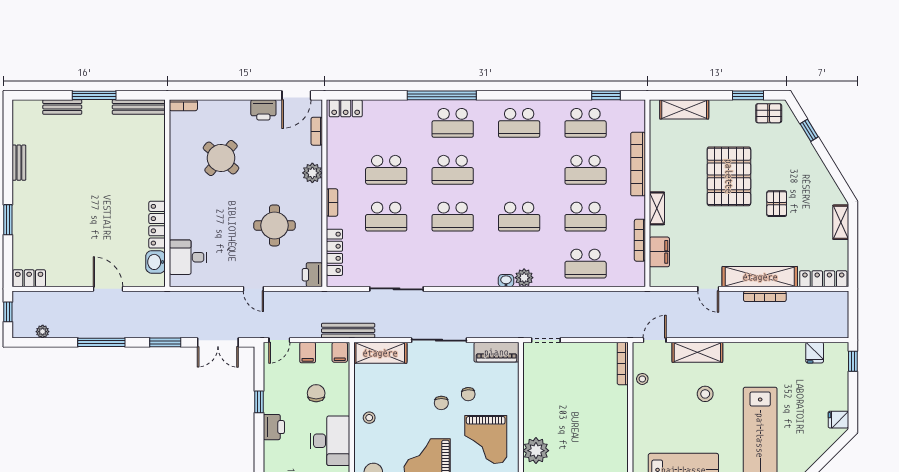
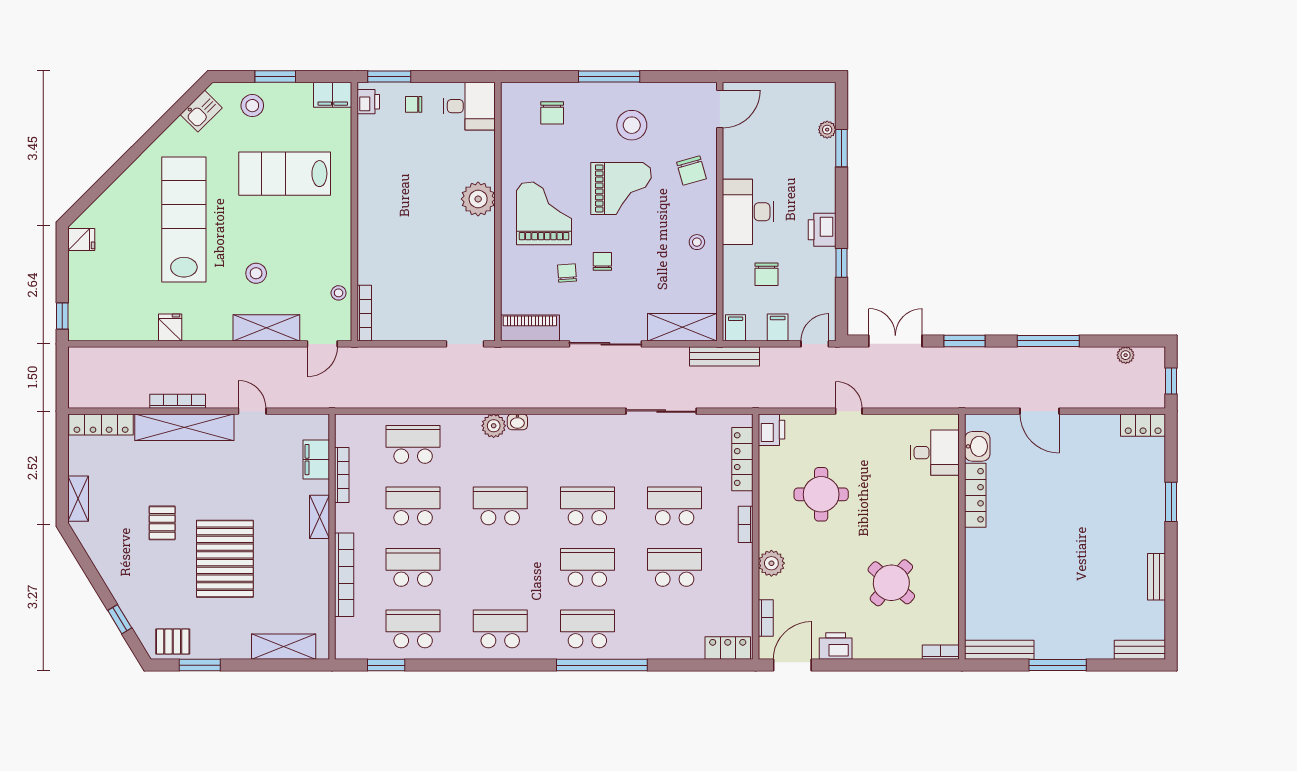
bench: (62, 107) -> (1140, 650), moved
fridge: (815, 353) -> (170, 327), moved

